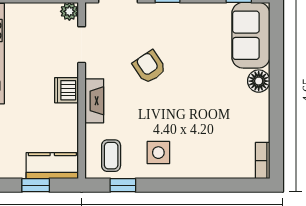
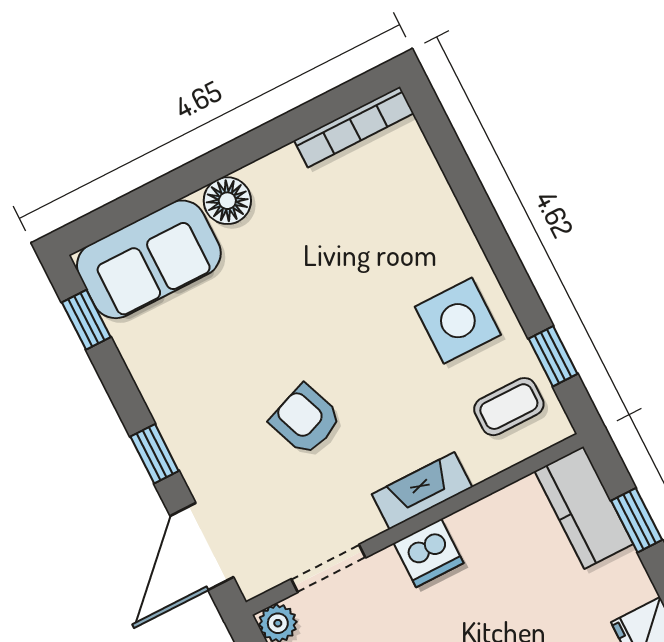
armchair: (149, 67) -> (306, 420), turned 103
side table: (158, 153) -> (458, 321), width x1.37, depth x1.37
bookcase: (263, 161) -> (354, 127), width x1.56

